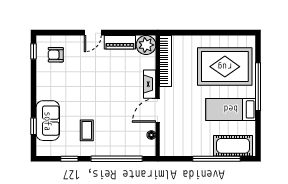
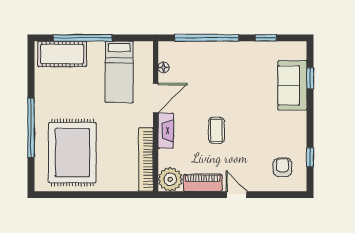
door: (93, 33) -> (236, 195), hinge flipped
window: (34, 51) -> (310, 157), moved
armchair: (56, 55) -> (282, 167), turned -90
rug: (225, 67) -> (72, 153), turned 90
bed: (231, 109) -> (119, 72), moved, turned 90
coffee table: (87, 130) -> (216, 130), moved

